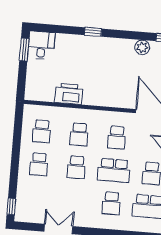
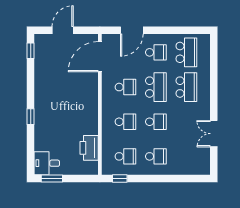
plant: (142, 47) -> (41, 71), removed
printer: (69, 94) -> (89, 148), moved
school desk: (111, 203) -> (186, 87), width x1.85
window: (11, 206) -> (120, 179), moved

